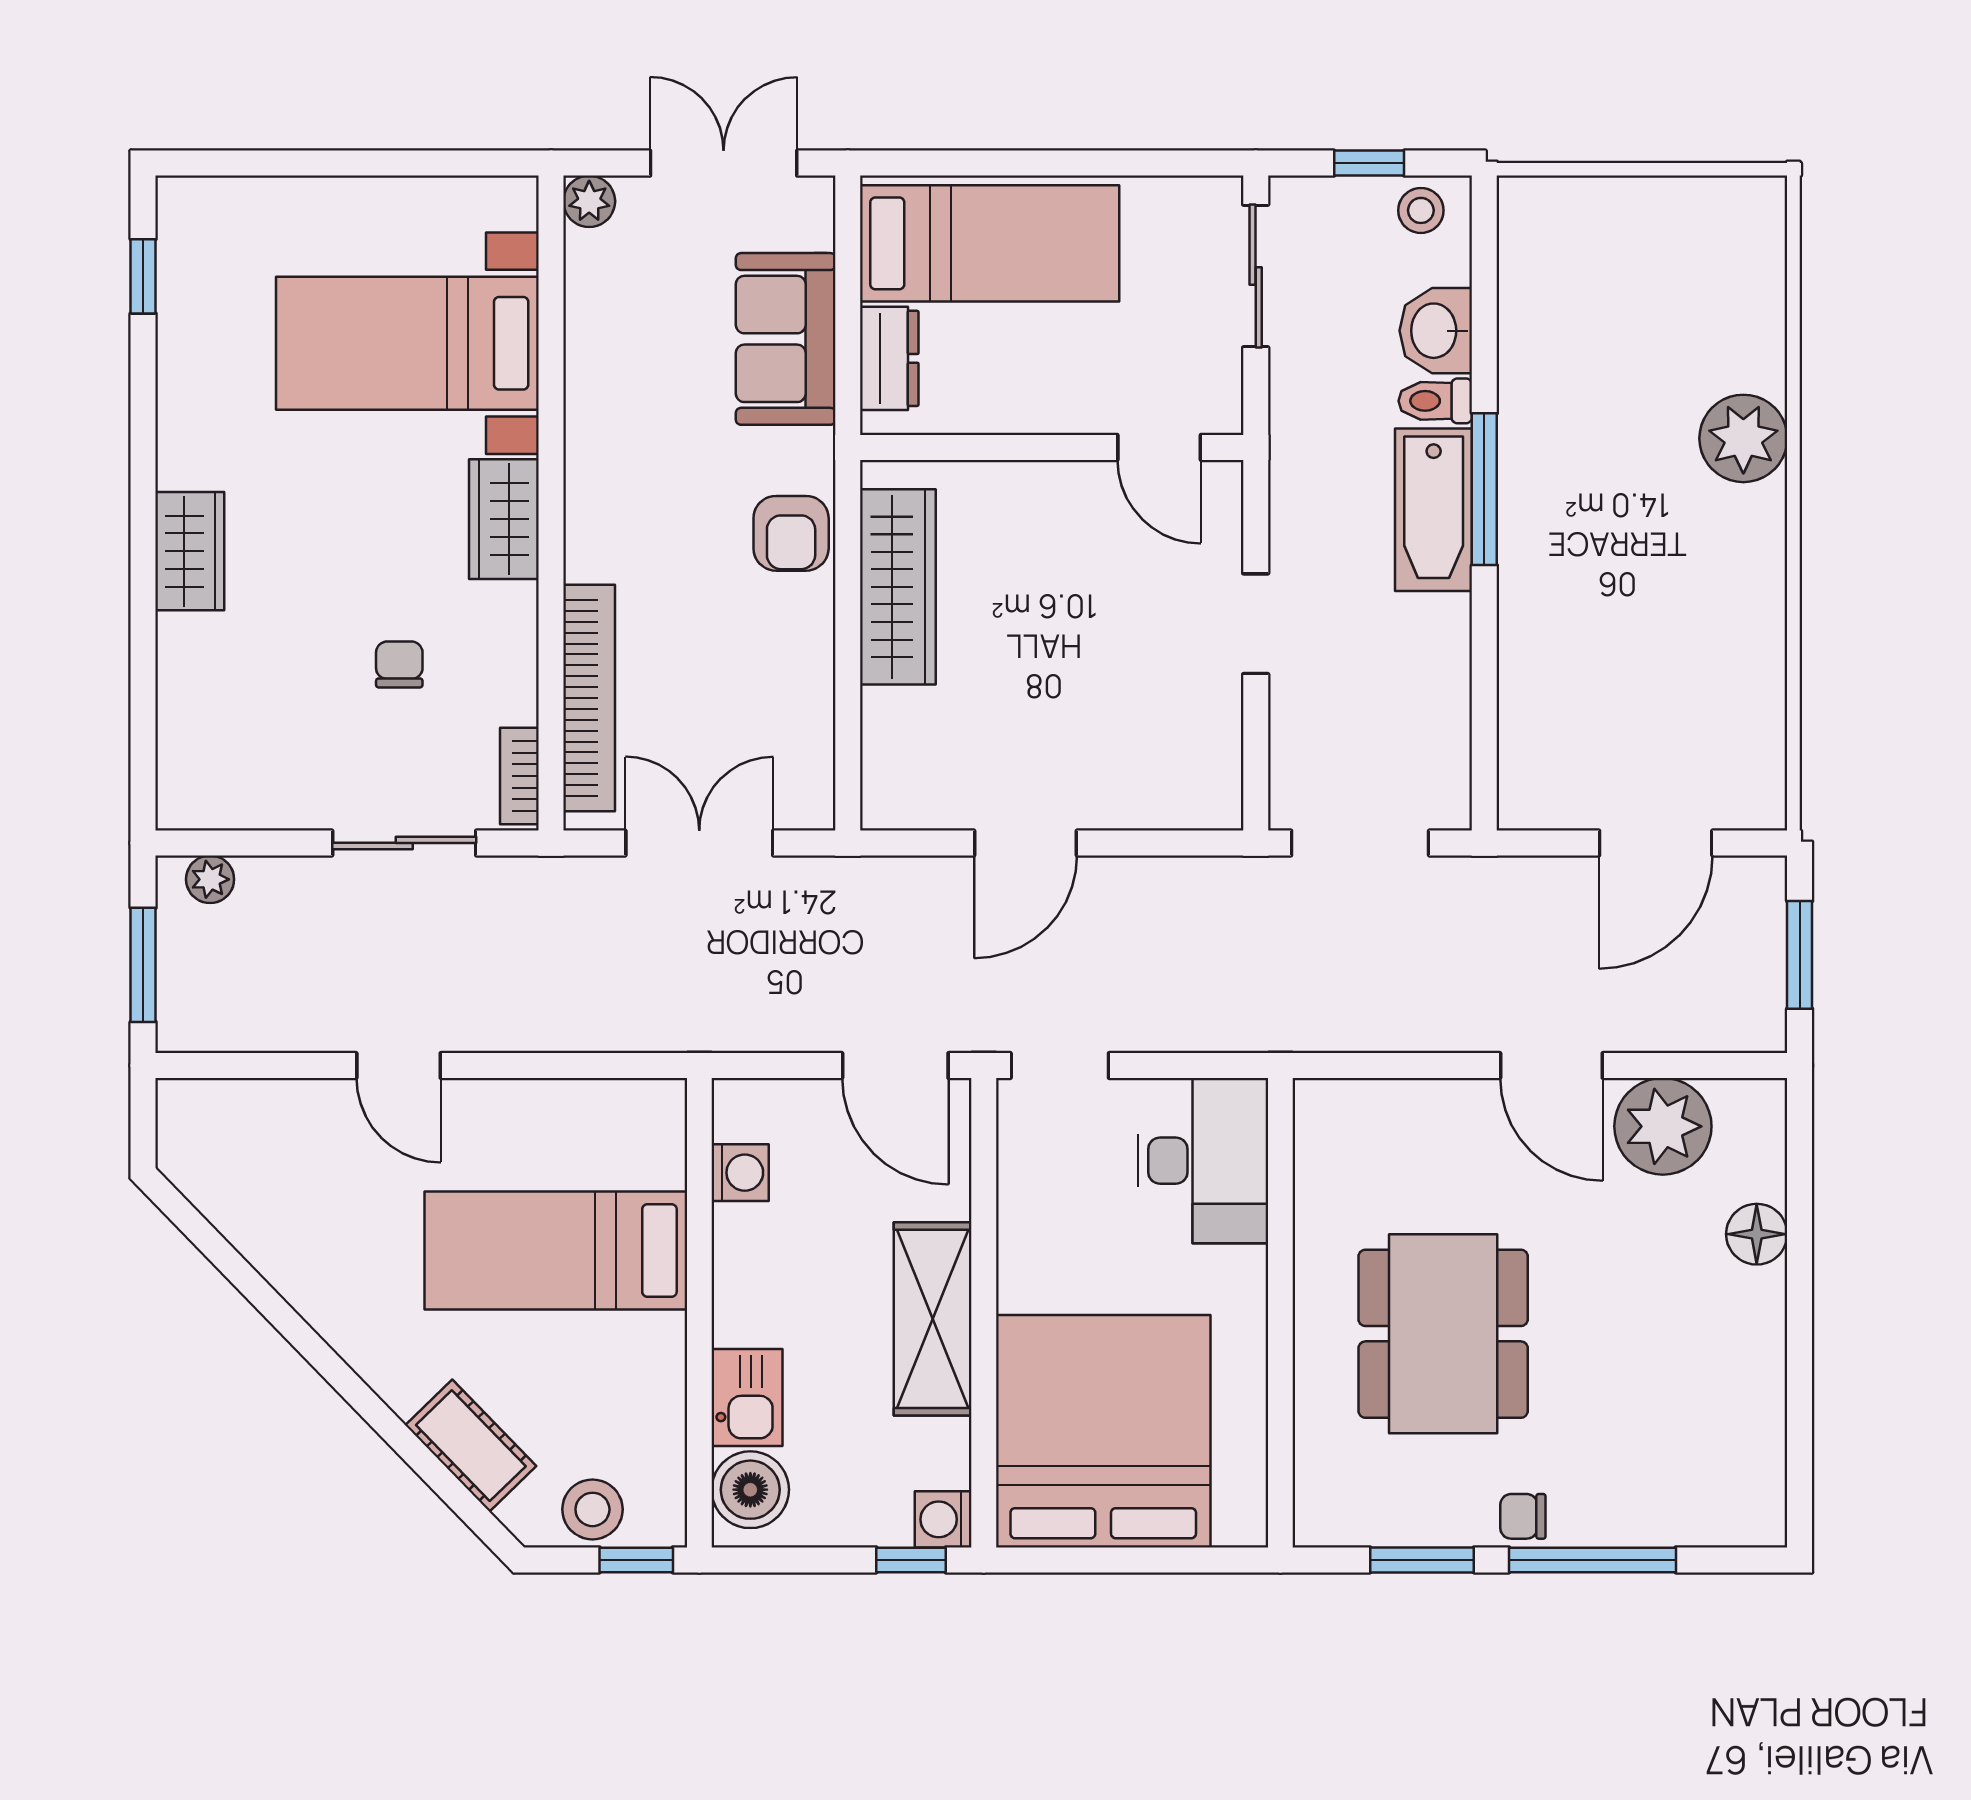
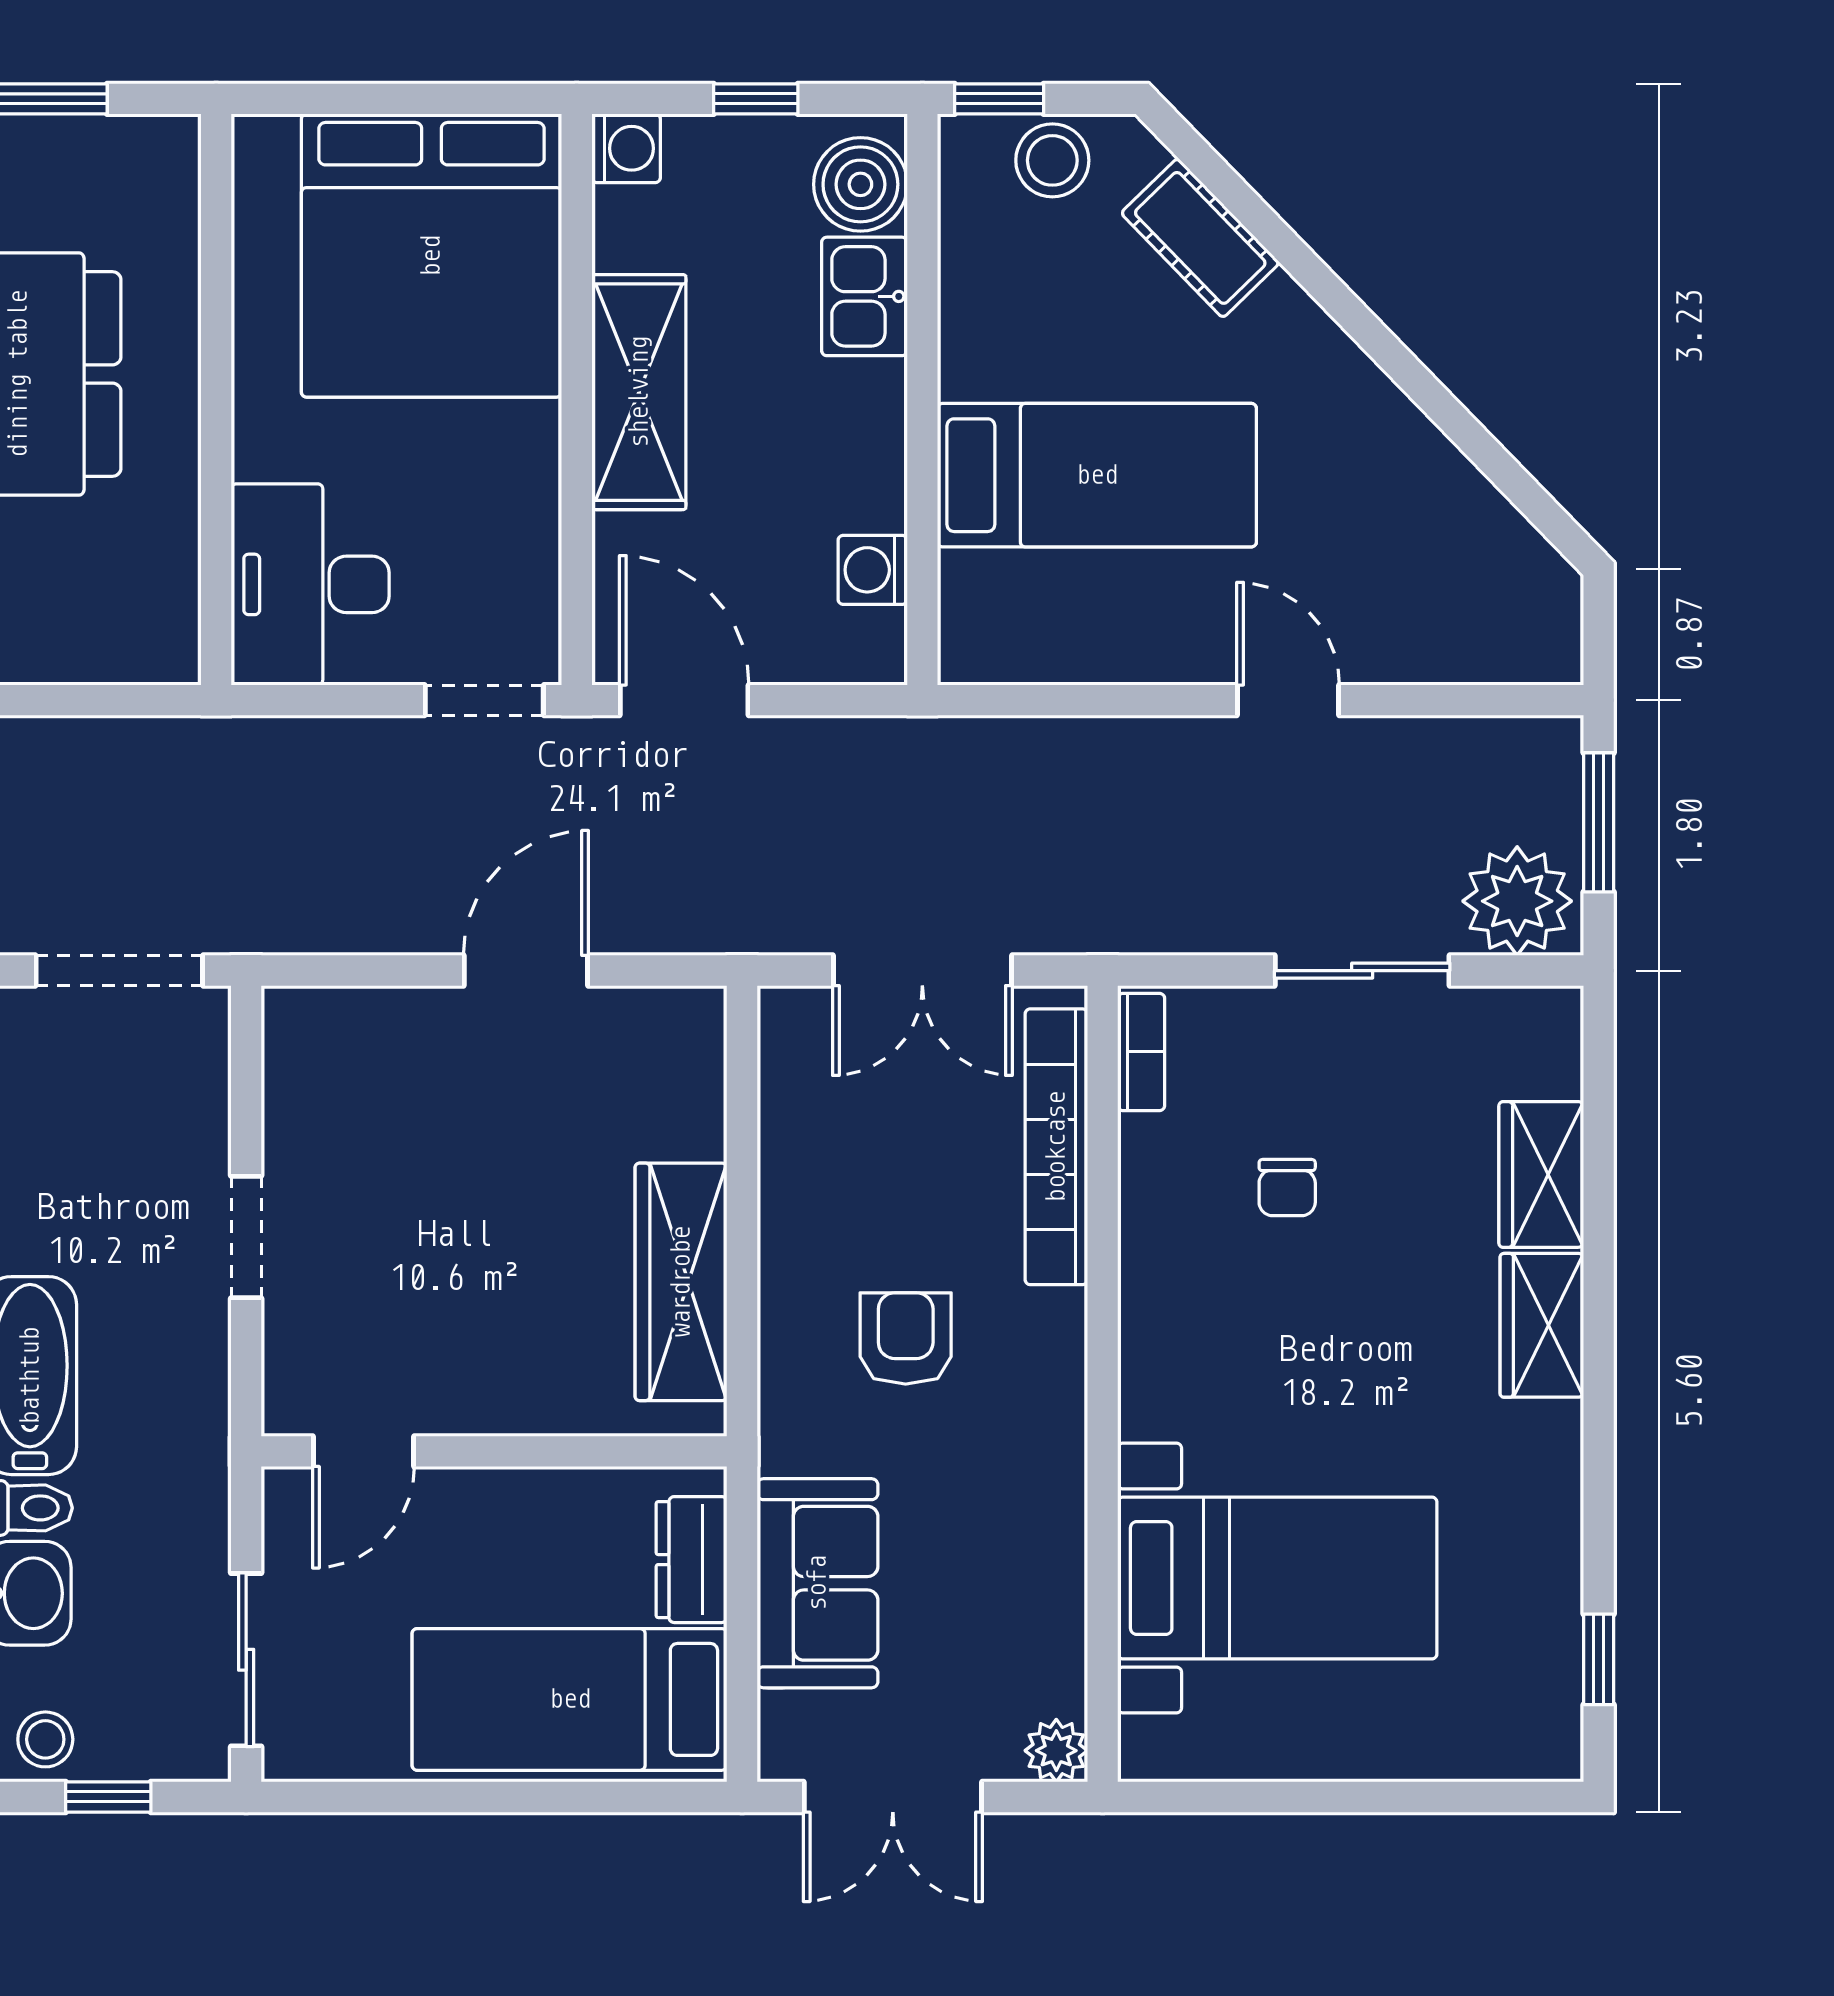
door: (1159, 447) -> (363, 1451), swing flipped
wardrobe: (504, 519) -> (1541, 1174), moved, turned 180
armchair: (791, 533) -> (906, 1338), moved
sliding door: (404, 843) -> (1362, 971), moved
plant: (210, 879) -> (1517, 901), width x1.87, depth x1.87
window: (911, 1560) -> (756, 99), moved

